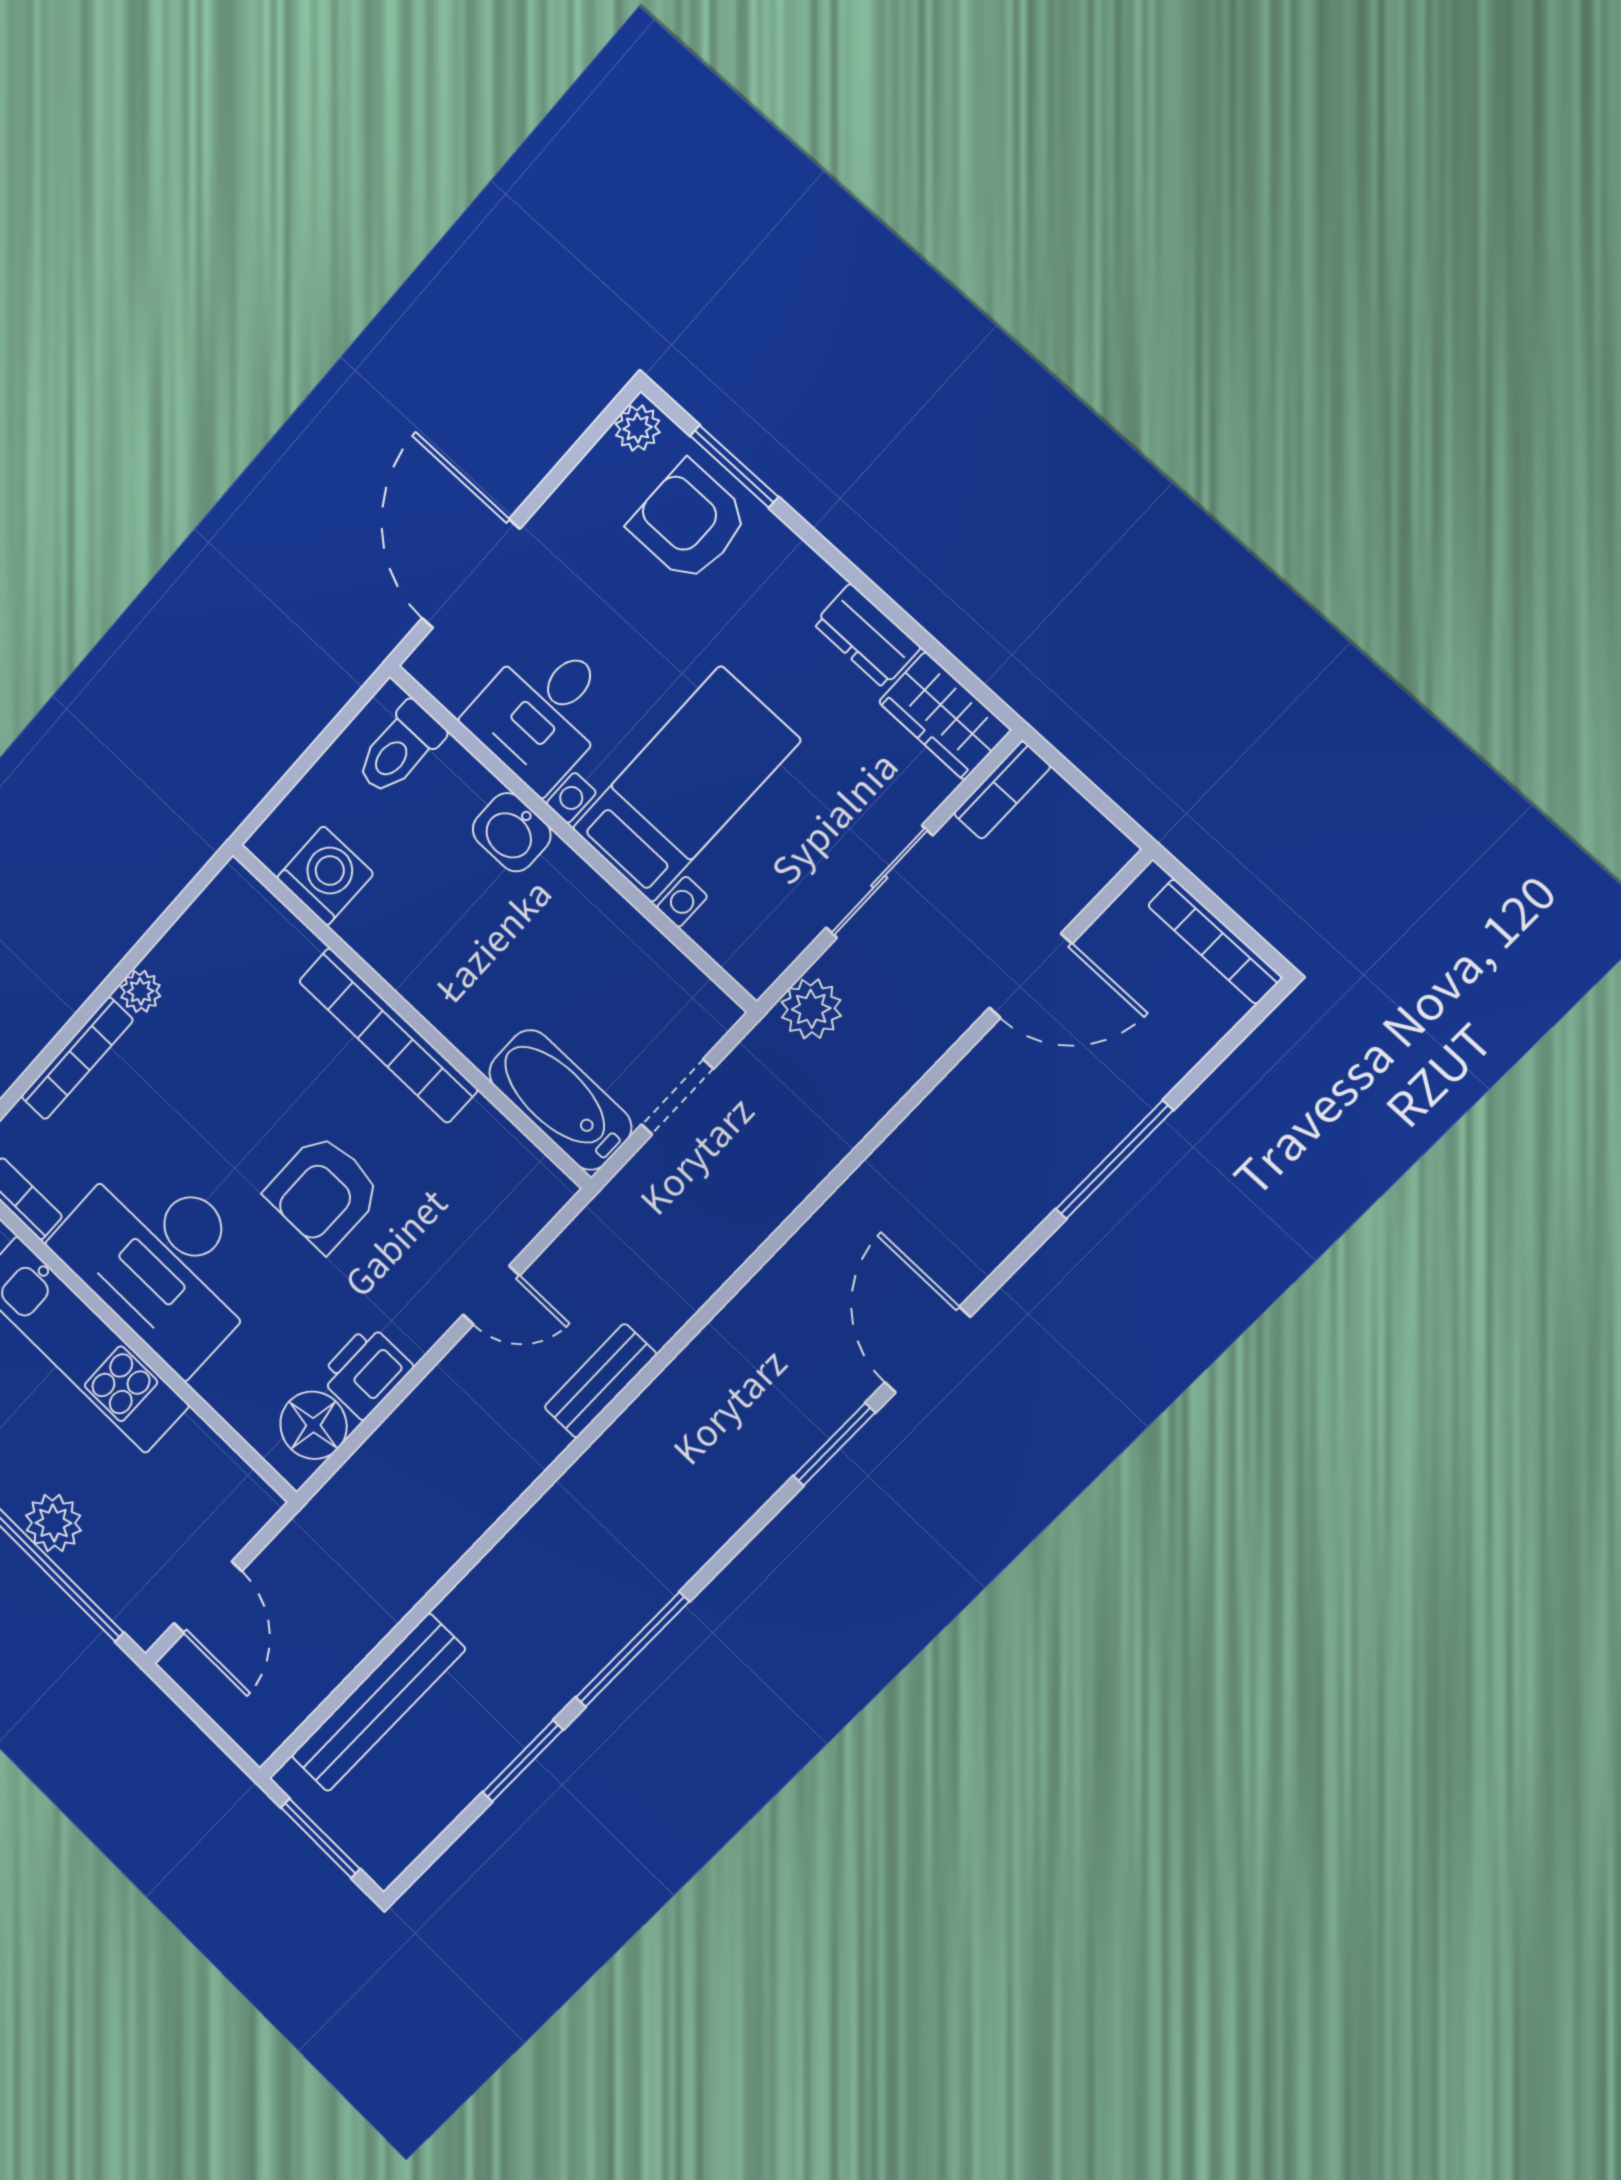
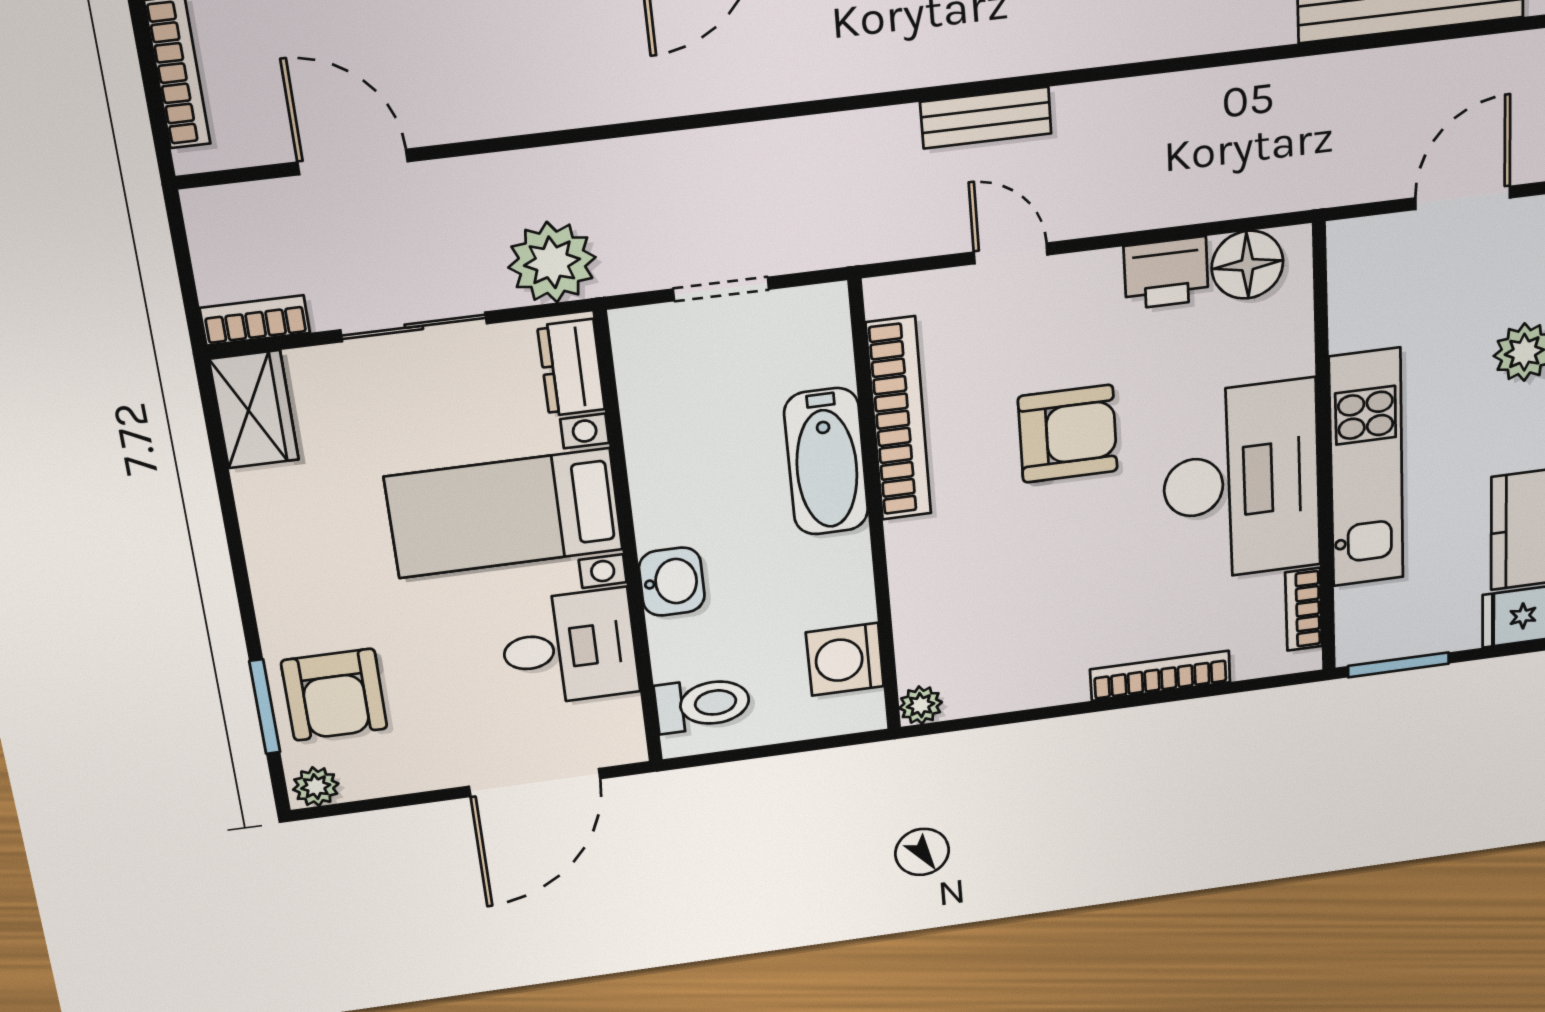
dresser: (867, 636) -> (571, 368), moved, turned 180
plant: (141, 991) -> (921, 705), moved
plant: (811, 1009) -> (552, 262), width x1.36, depth x1.36
bookcase: (388, 1035) -> (899, 419), moved
bathtub: (560, 1100) -> (826, 462), moved

